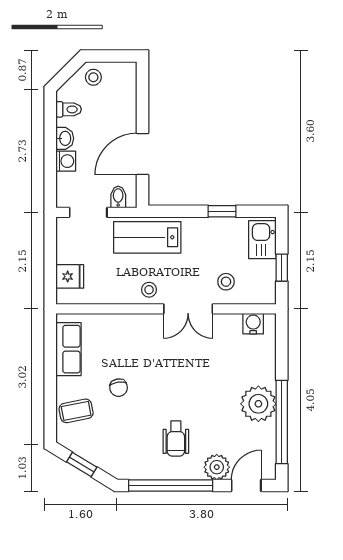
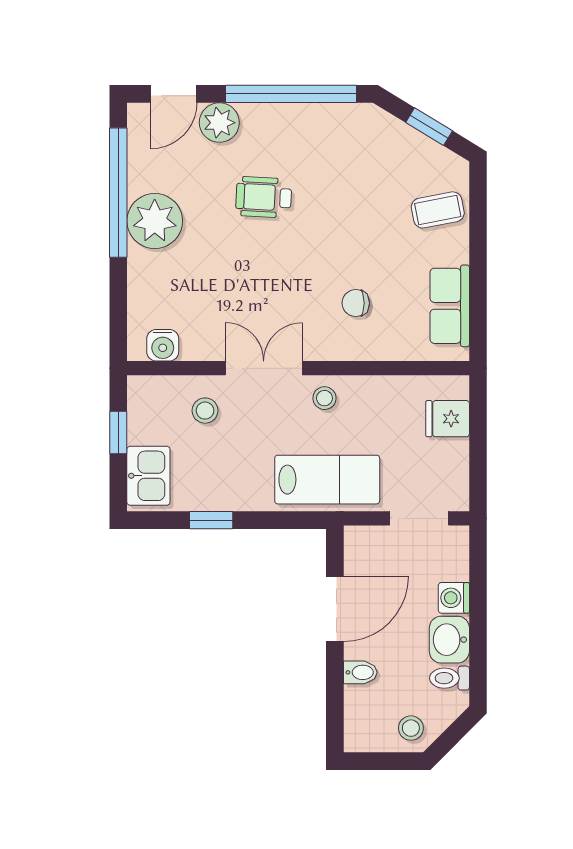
washbasin: (65, 138) -> (449, 640), width x1.38, depth x1.45
bidet: (118, 197) -> (360, 672), moved, turned -90
chair: (119, 388) -> (356, 303), moved, turned -81
wheelchair: (176, 439) -> (264, 197), moved, turned -87

